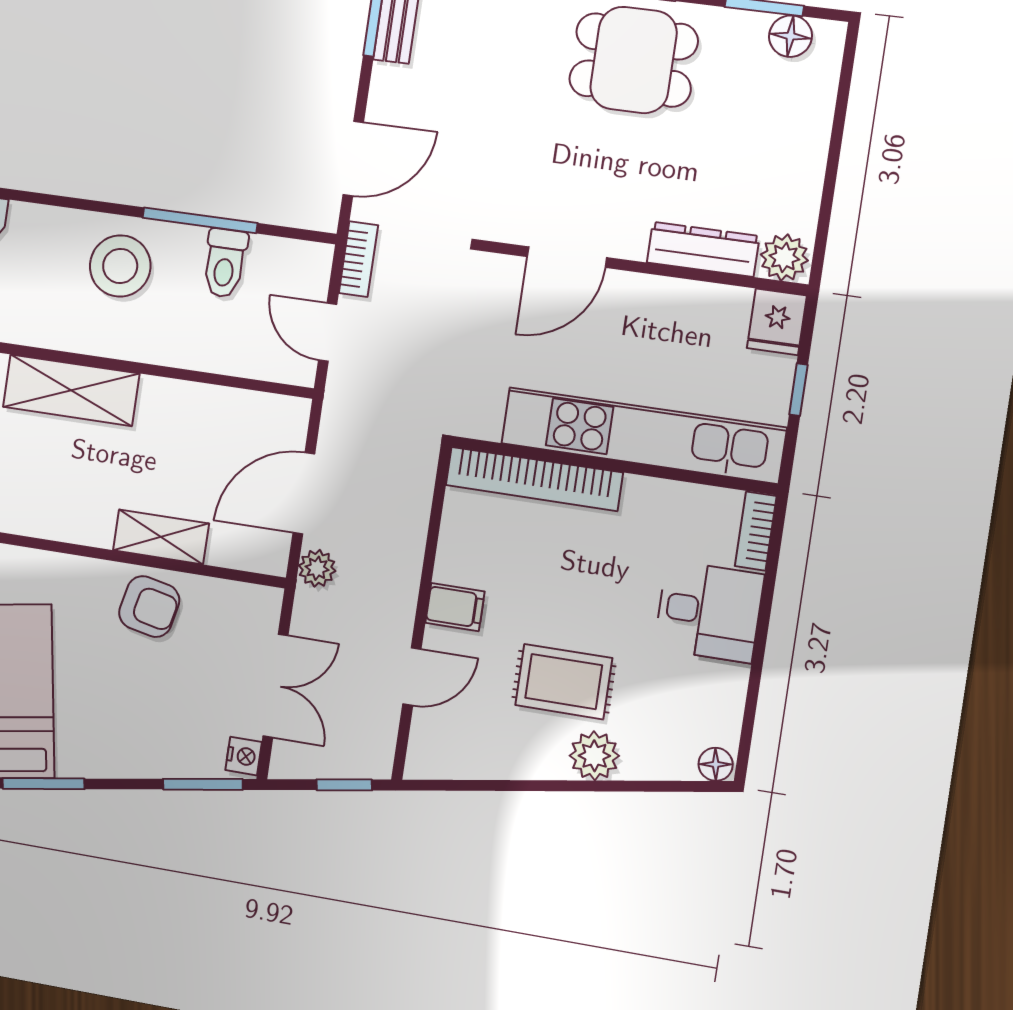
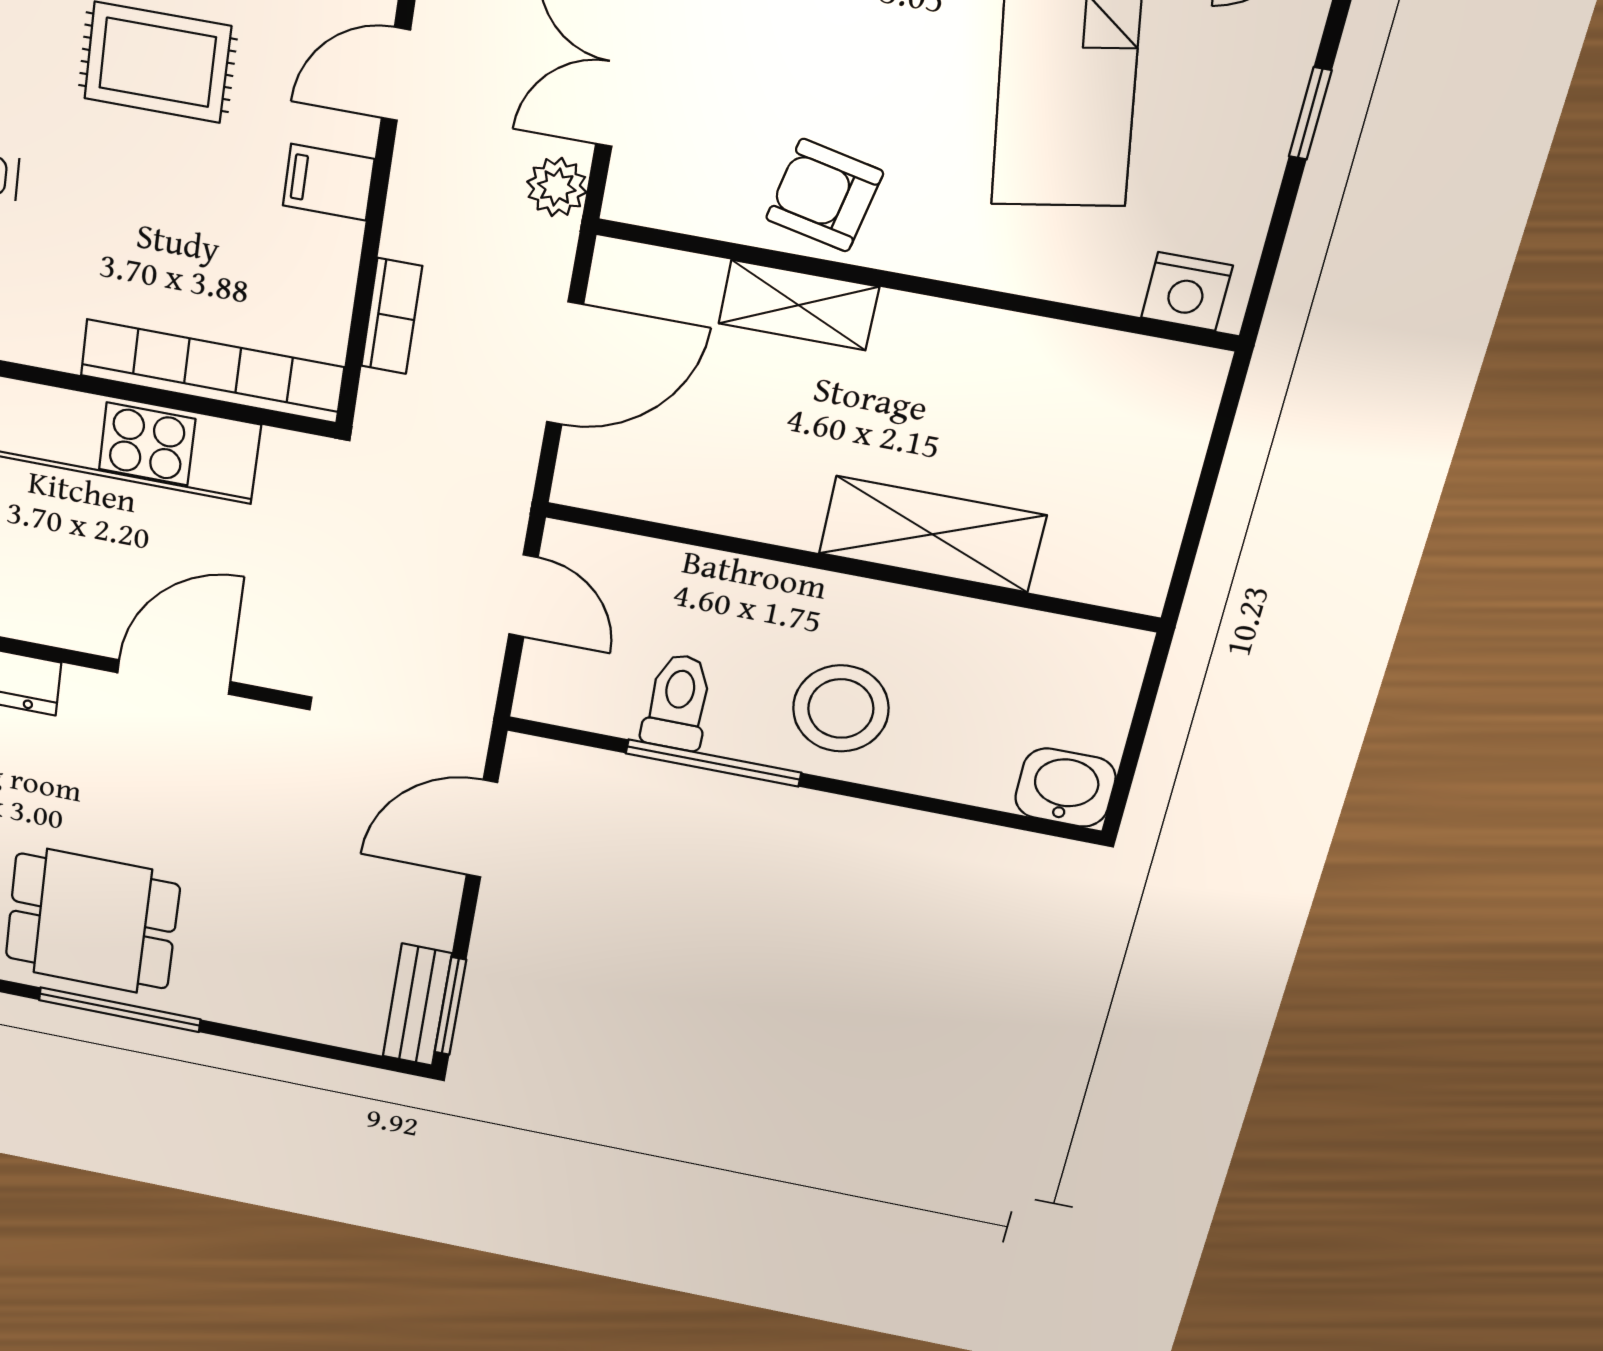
bookcase: (358, 259) -> (392, 316), moved, turned 180
plant: (317, 568) -> (557, 187), moved

